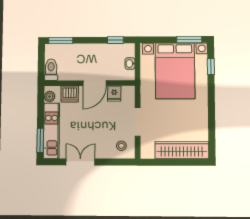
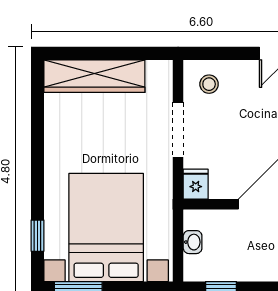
fridge: (114, 93) -> (196, 184), moved

